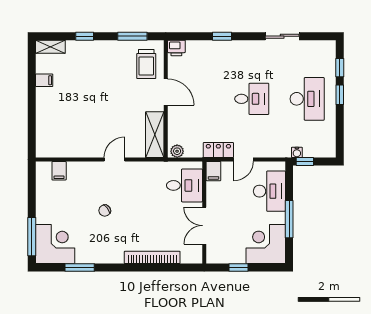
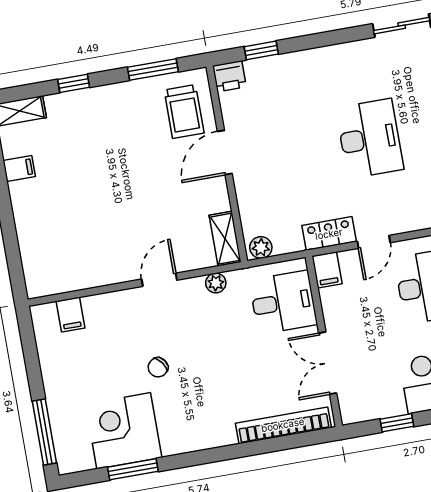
window: (222, 36) -> (261, 50), moved
door: (166, 92) -> (225, 153), swing flipped
desk: (252, 99) -> (370, 139), width x1.37
shelving: (155, 135) -> (225, 239), width x0.67, depth x0.75
plant: (147, 167) -> (216, 283), added
corner desk: (55, 244) -> (124, 431), moved, turned -90
bookcase: (152, 257) -> (283, 425), moved

